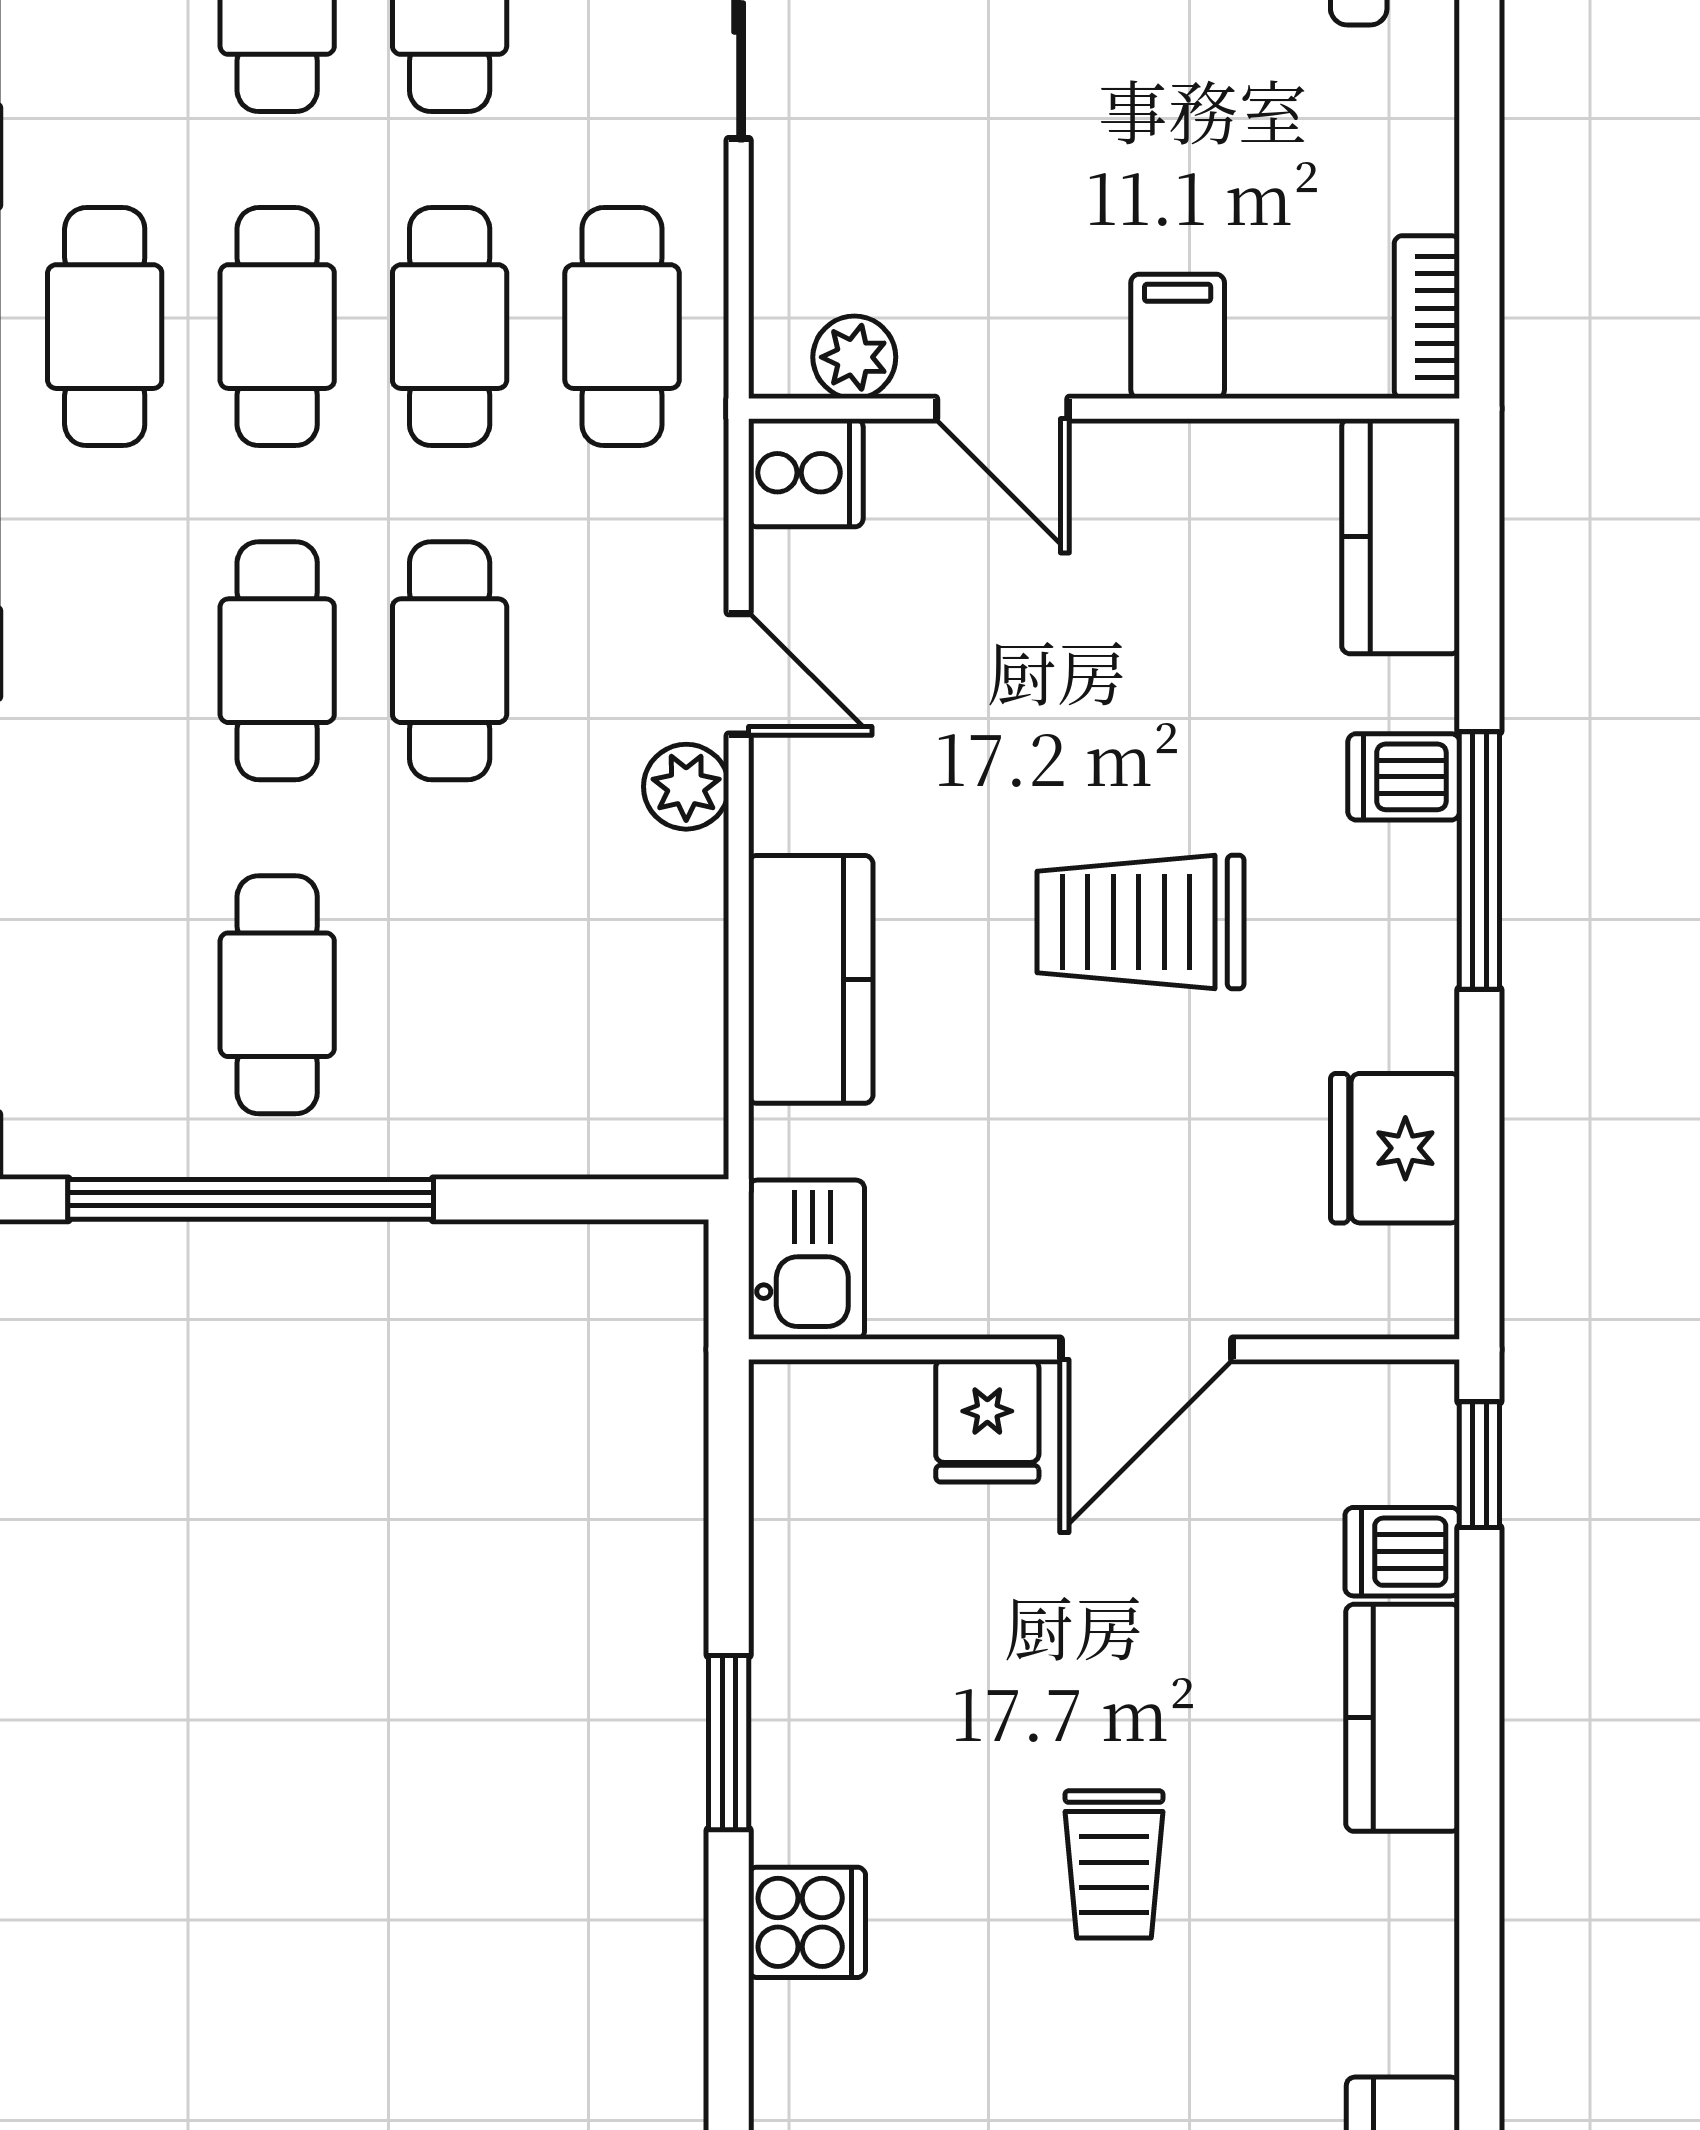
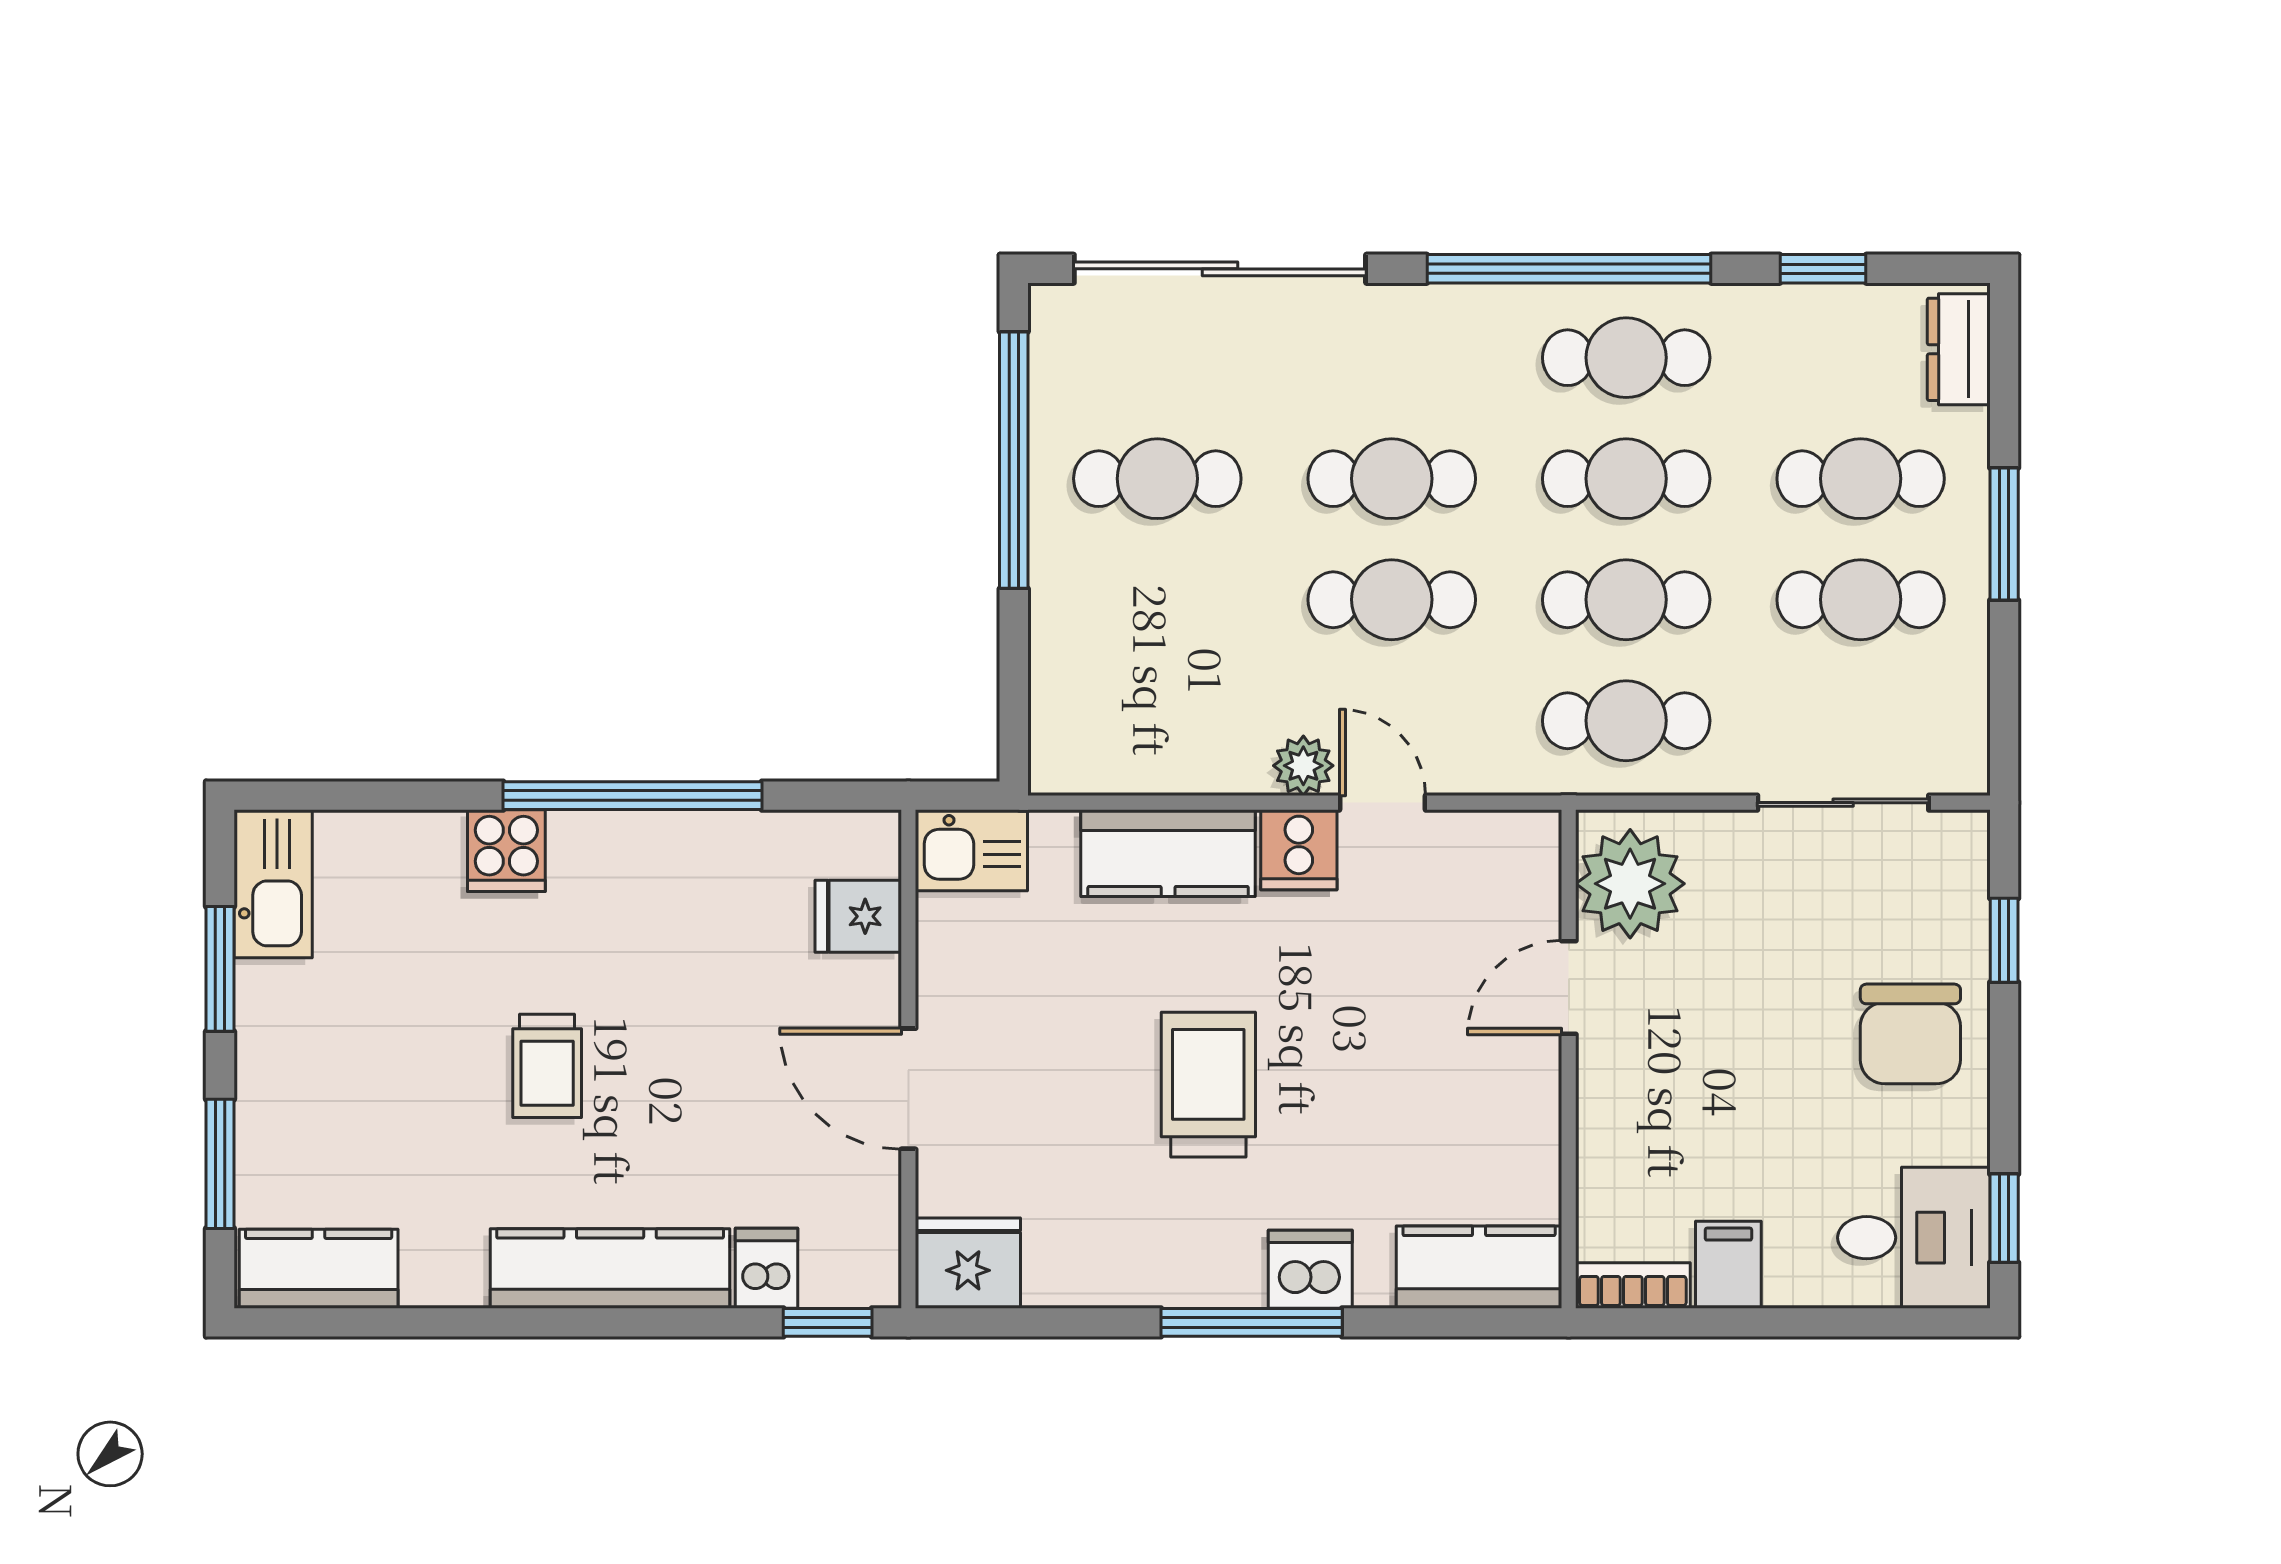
filing cabinet: (1178, 336) -> (1728, 1265), moved, turned -90
plant: (854, 357) -> (1630, 884), width x1.88, depth x1.88
cooker: (806, 473) -> (1299, 850), moved
door: (739, 674) -> (1382, 803), swing flipped
dishwasher: (1404, 777) -> (1310, 1269), width x1.38
fridge: (1395, 1148) -> (968, 1263), moved
fridge: (987, 1421) -> (858, 916), moved
kitchen counter: (1403, 1718) -> (610, 1268), width x1.50
window: (729, 1743) -> (633, 796), width x2.11
trolley: (1114, 1864) -> (547, 1066), turned -90

